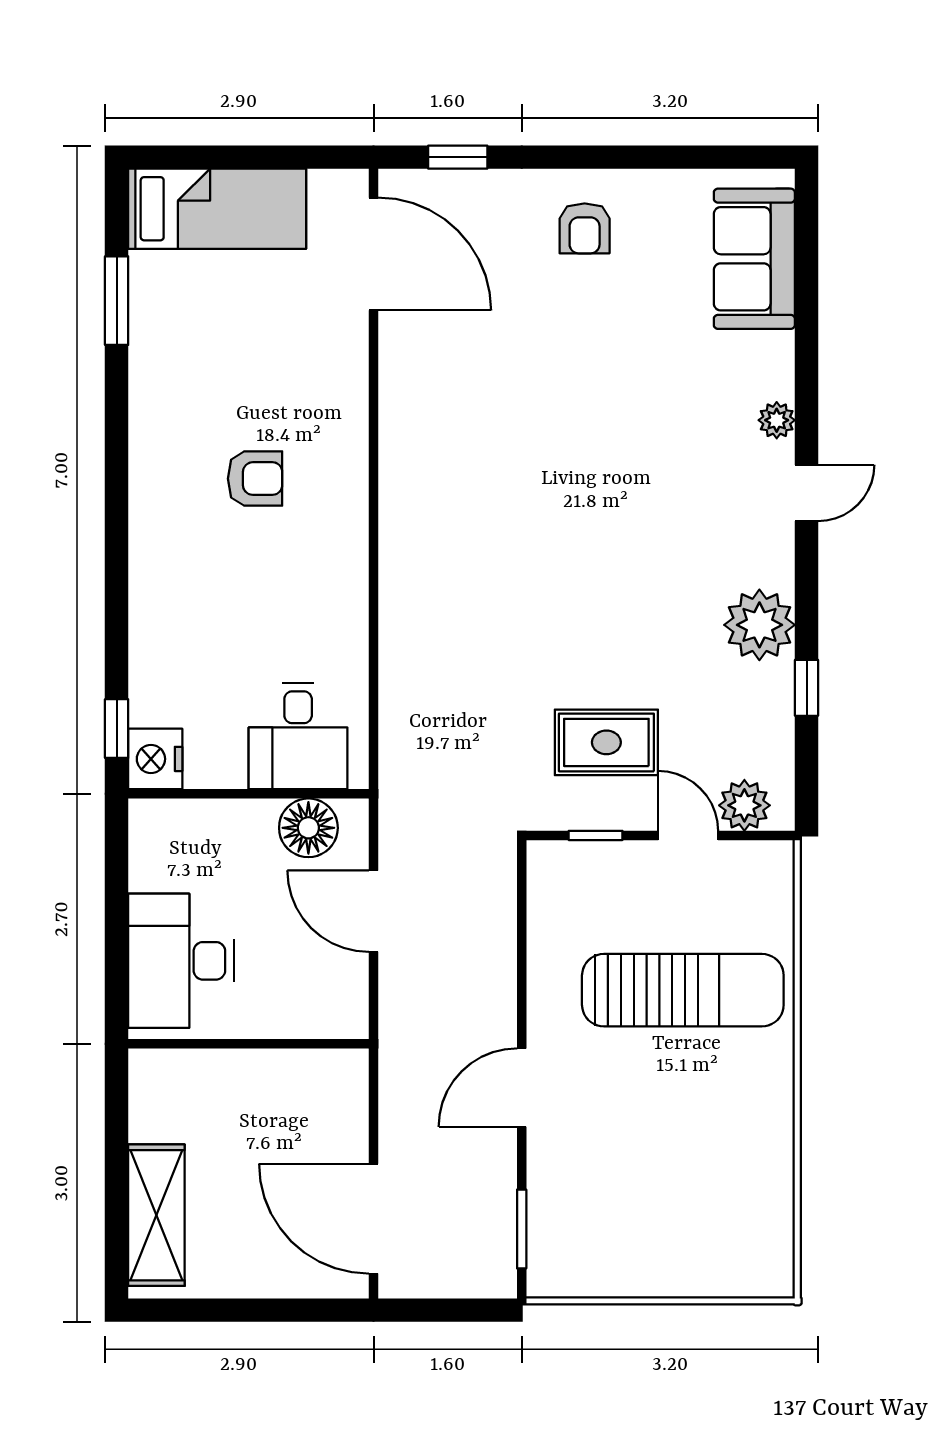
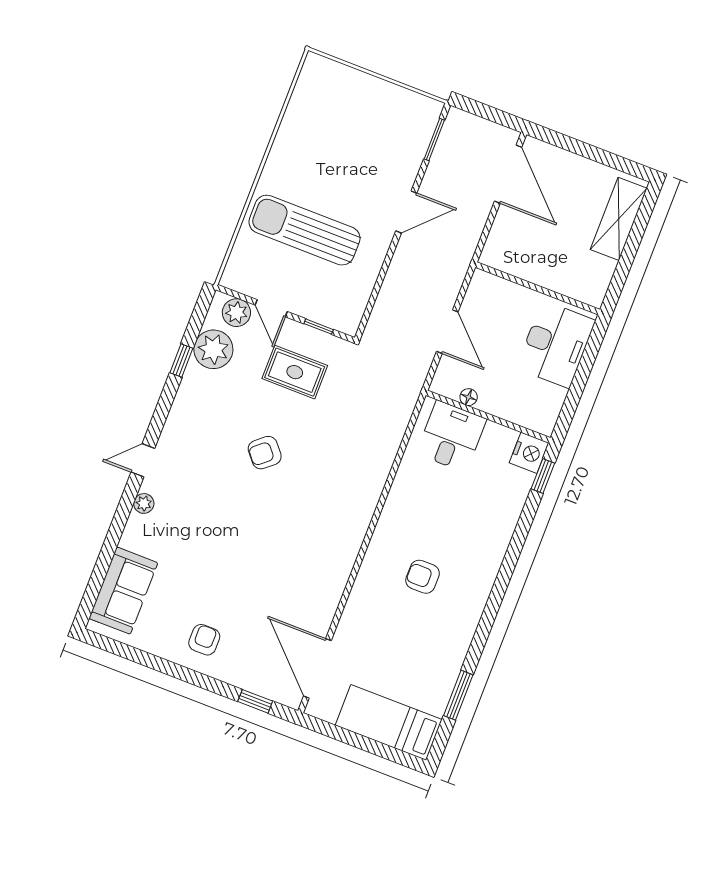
armchair: (605, 586) -> (265, 453), added
plant: (759, 625) -> (213, 349), moved
floor lamp: (308, 828) -> (469, 397), width x0.53, depth x0.53

